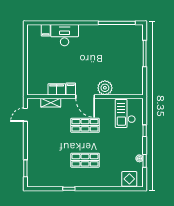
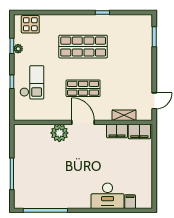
filing cabinet: (71, 89) -> (139, 132), moved, width x2.00
checkout: (125, 113) -> (32, 82), moved
shop shelf: (85, 160) -> (83, 47), width x1.43, depth x1.36

